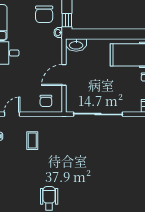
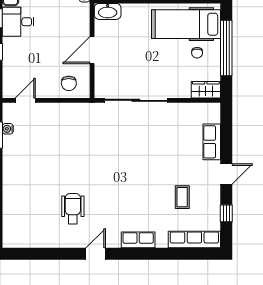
coffee table: (32, 141) -> (182, 197), moved

